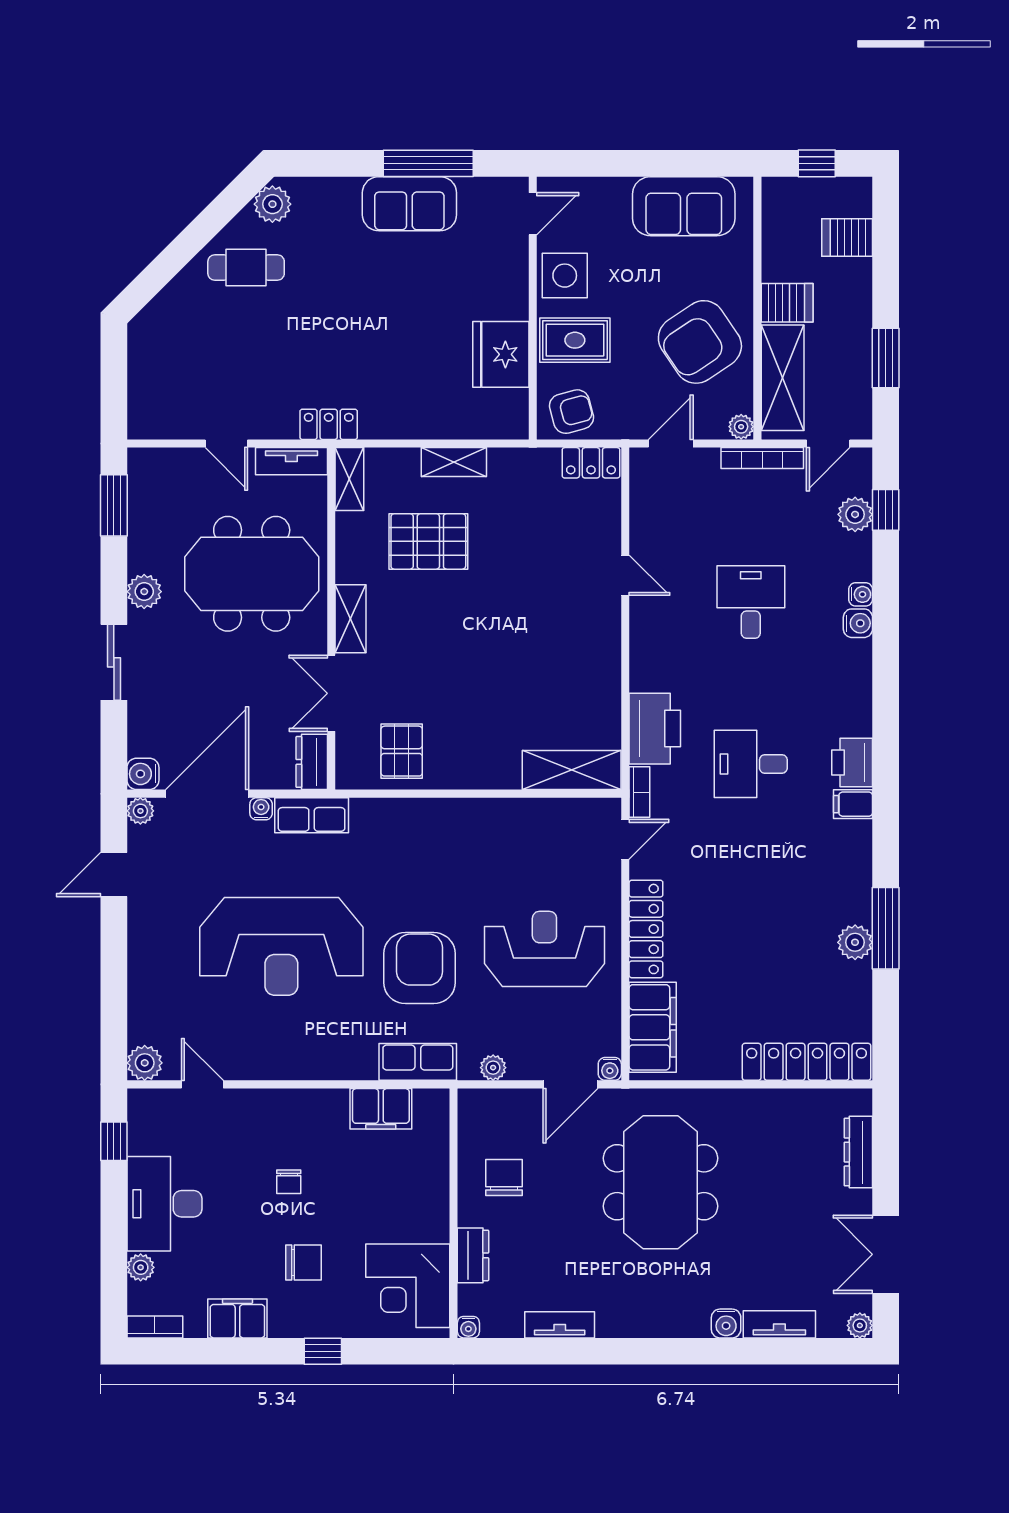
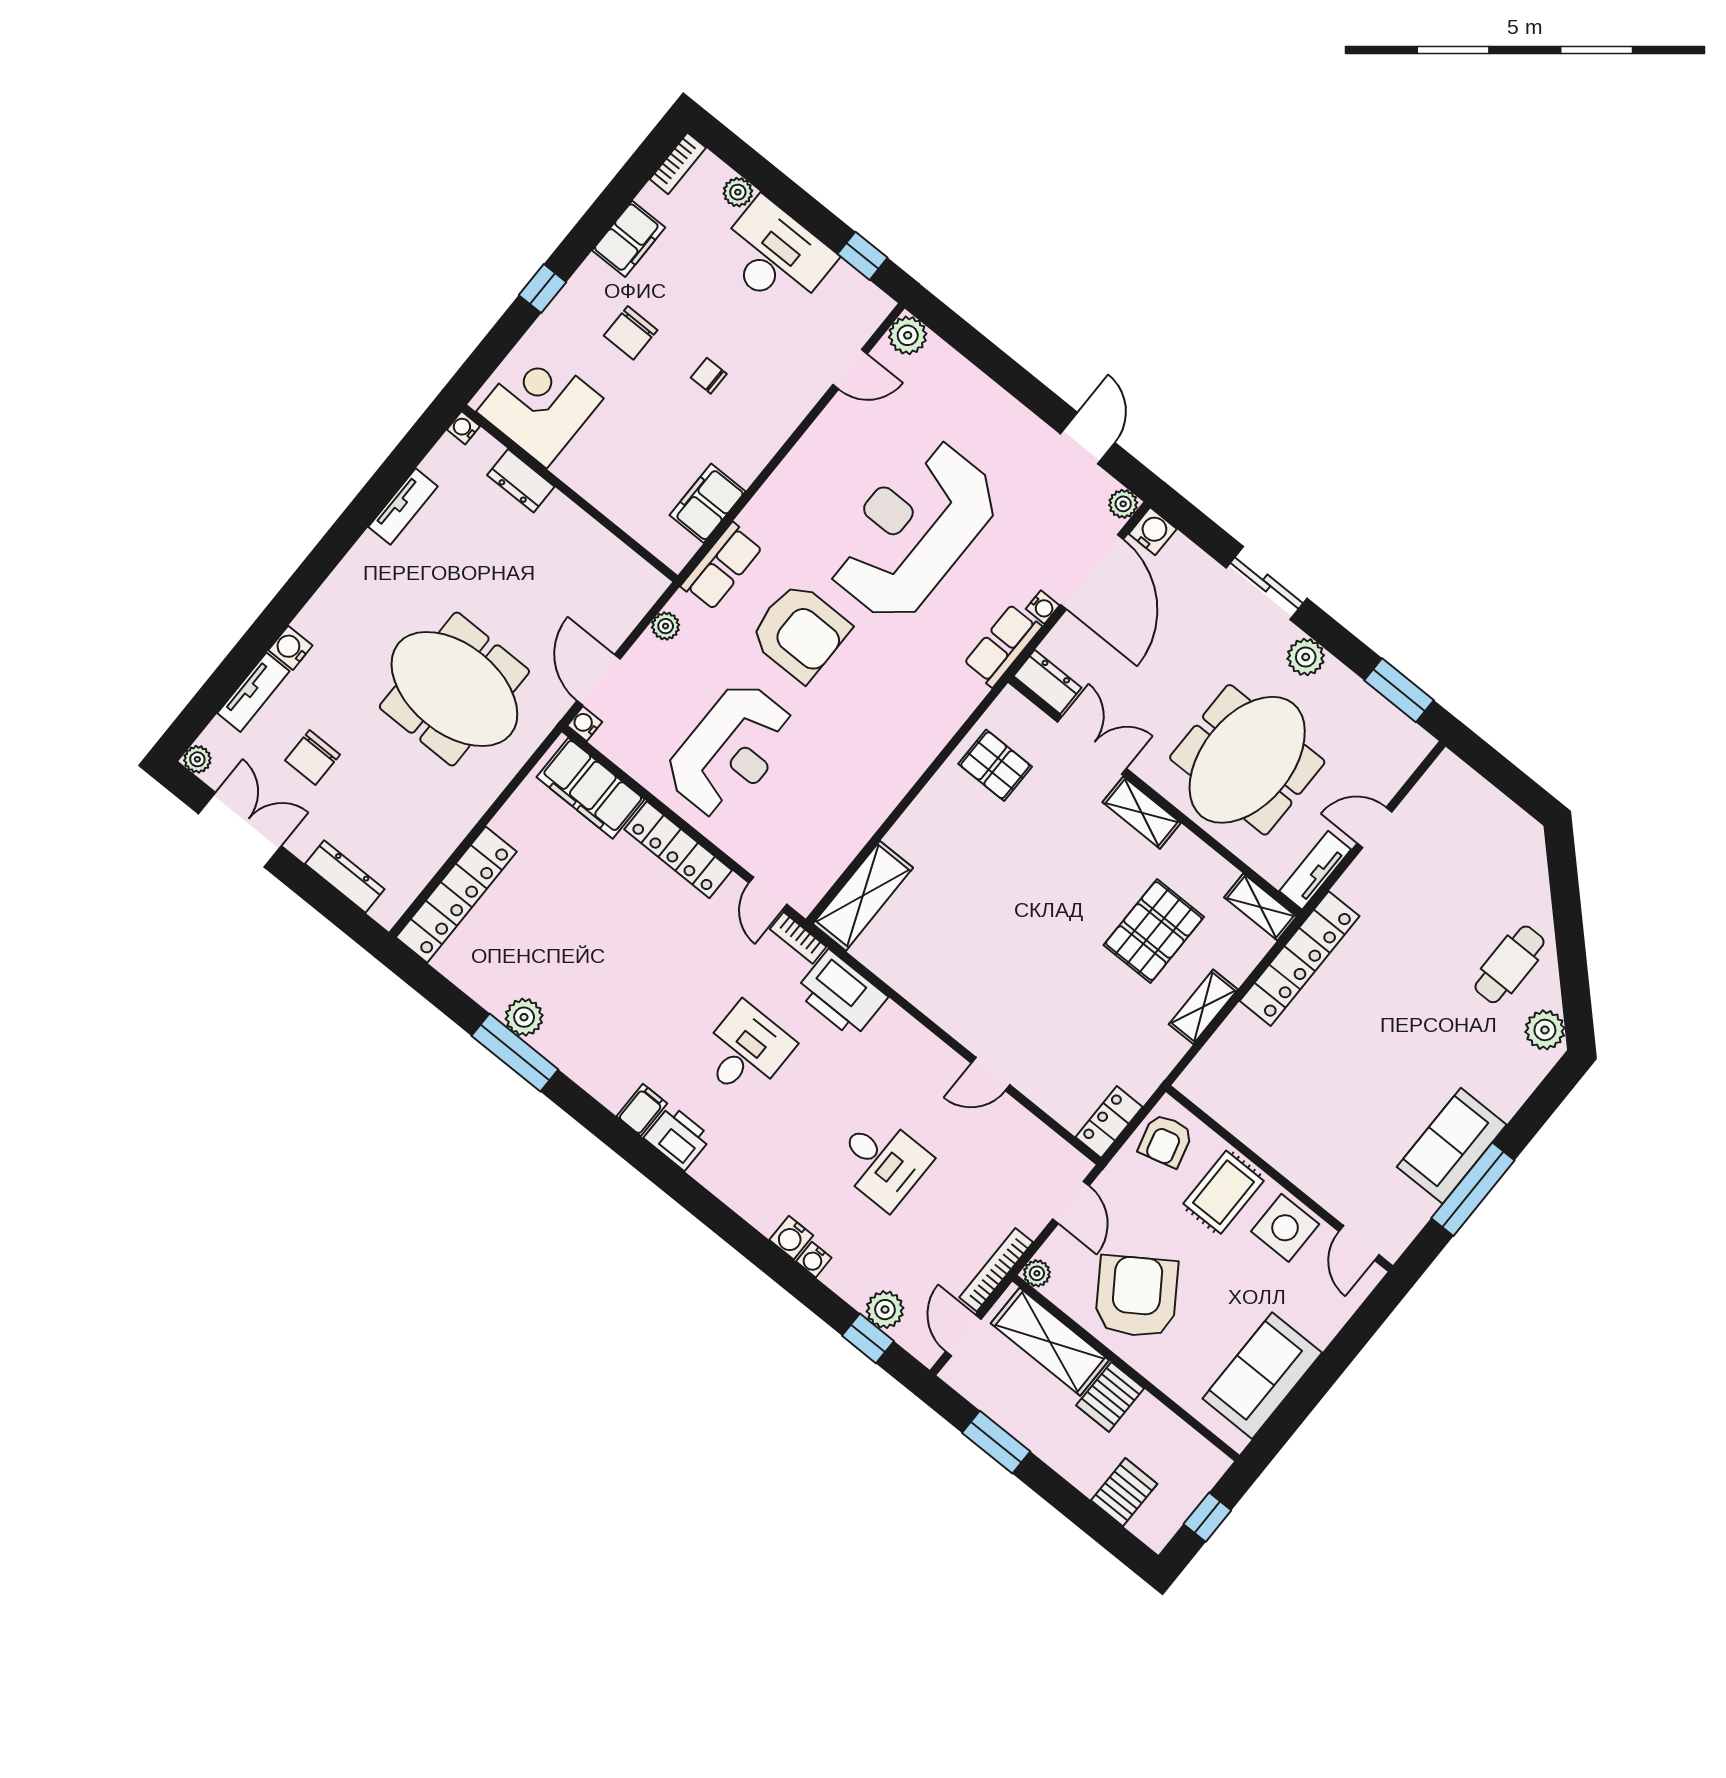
fridge: (501, 354) -> (1262, 1120), removed
locker: (329, 424) -> (1300, 959), width x2.16, depth x1.21
chair: (504, 1177) -> (312, 758), moved, turned 90

